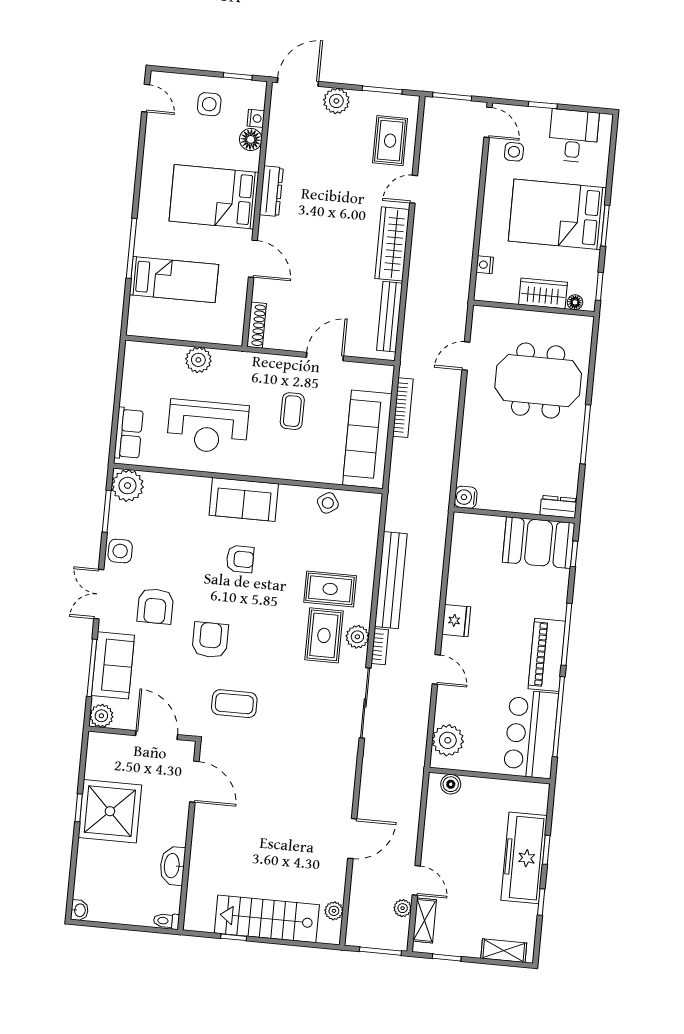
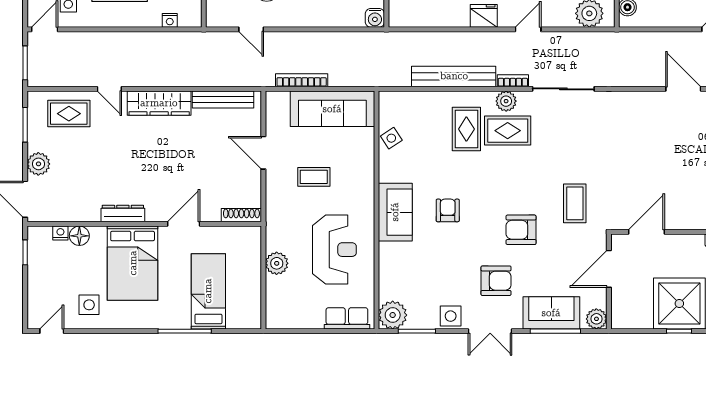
side table: (209, 104) -> (89, 305), moved

